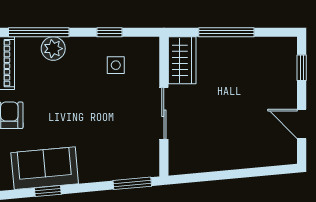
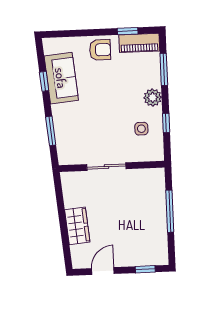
window: (39, 32) -> (164, 69), width x0.69
plant: (53, 49) -> (153, 97), moved
wardrobe: (182, 60) -> (77, 226), moved, turned -95
window: (132, 183) -> (51, 131), moved

